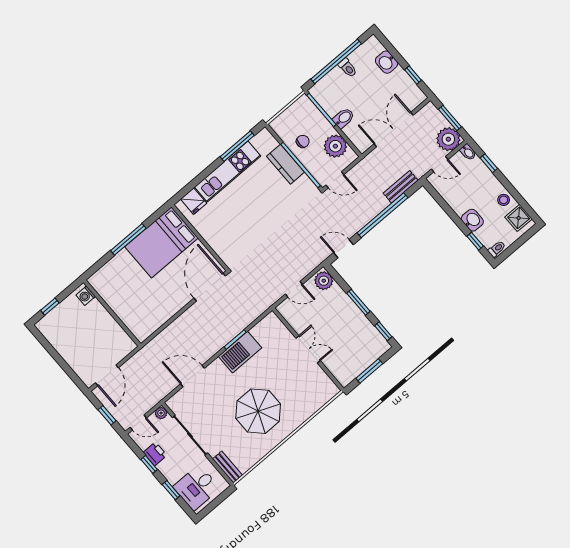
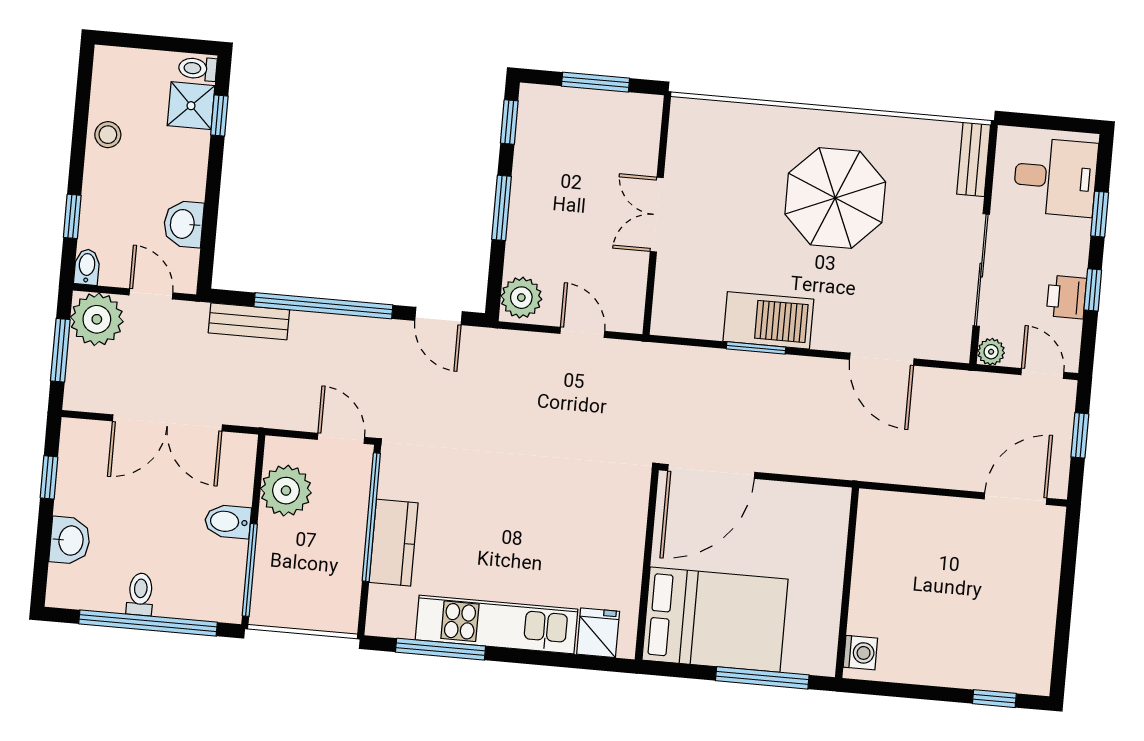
chair: (303, 141) -> (330, 551), removed
shower: (519, 218) -> (191, 106), moved
washbasin: (472, 220) -> (183, 224), moved
washing machine: (86, 296) -> (860, 653), moved
wall: (112, 313) -> (847, 583), moved

